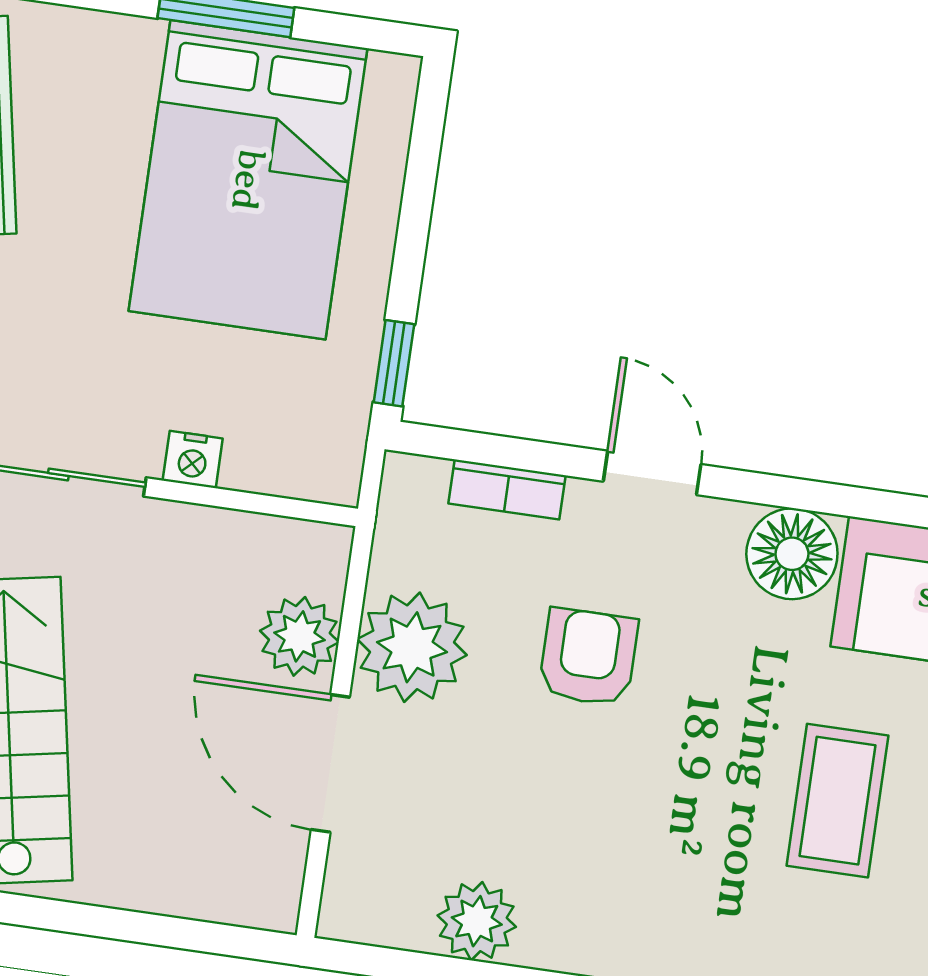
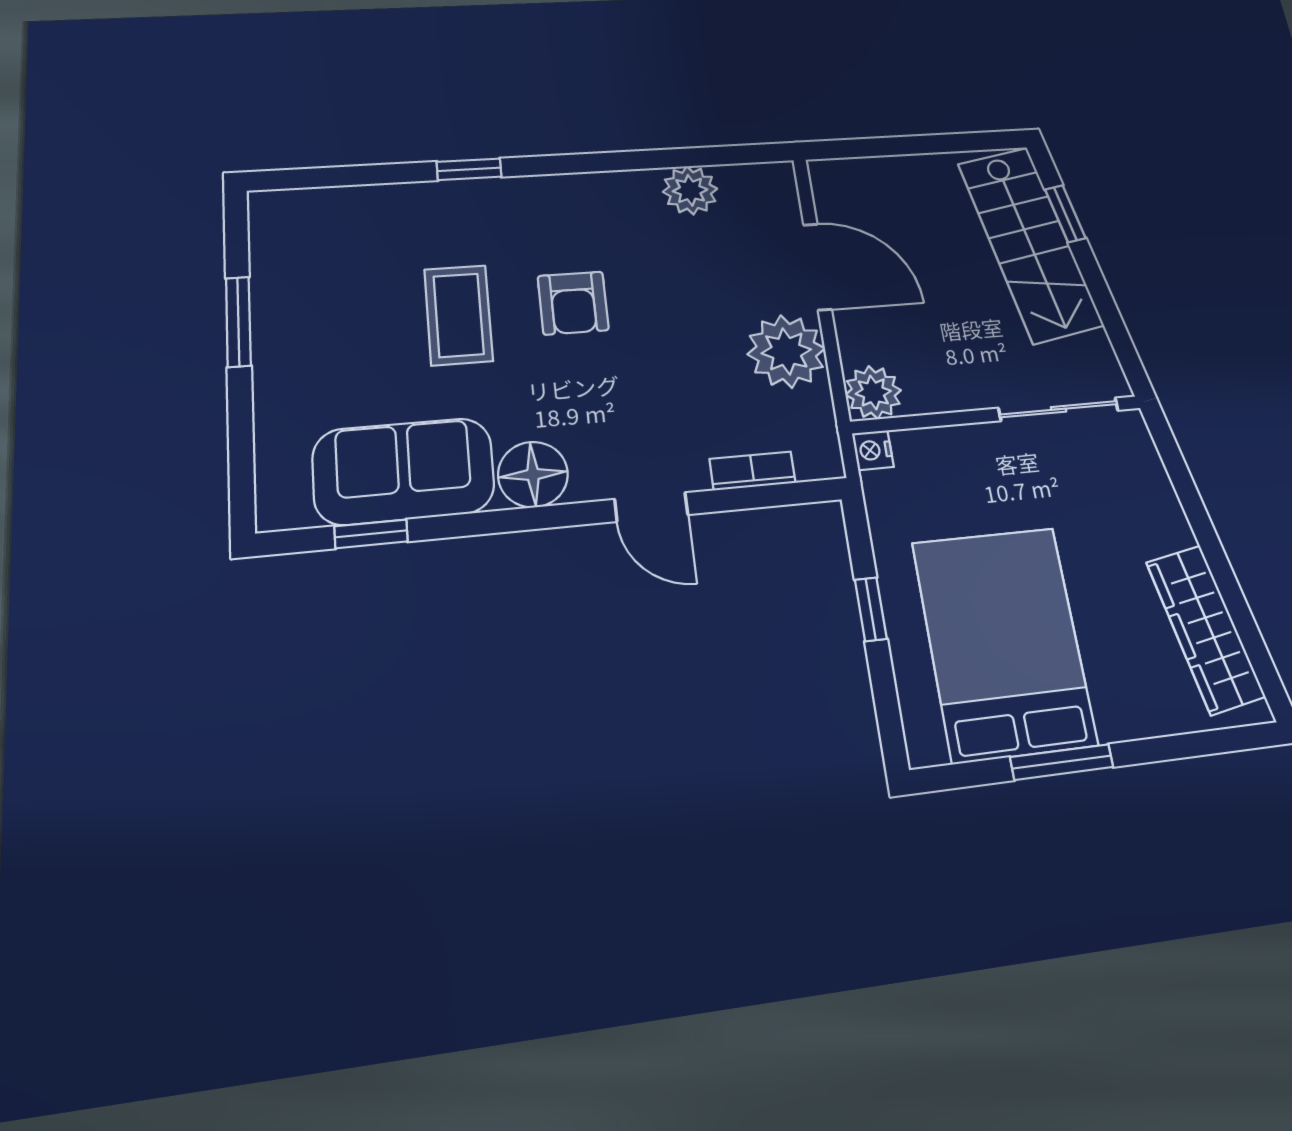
window: (394, 363) -> (871, 609), moved
nightstand: (193, 459) -> (873, 450), moved, turned -90
plant: (299, 636) -> (873, 392), moved
armchair: (588, 657) -> (573, 303), moved

